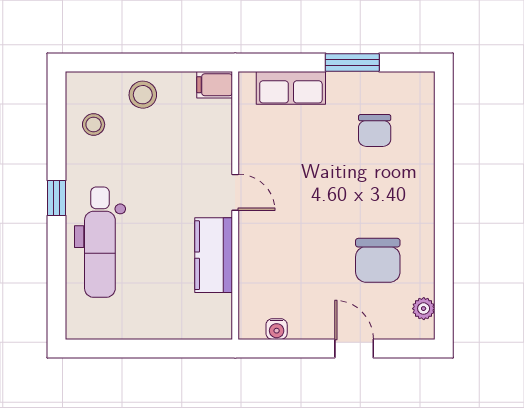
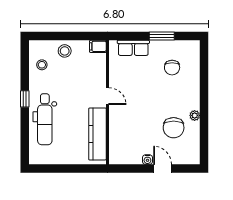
kitchen counter: (214, 255) -> (97, 134), width x1.50
plant: (424, 309) -> (195, 115), moved
water cooler: (277, 329) -> (147, 160), moved

